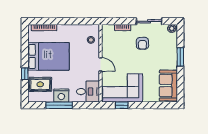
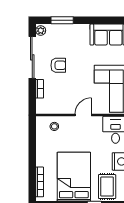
sliding door: (149, 21) -> (32, 57), width x1.37
window: (180, 57) -> (62, 20), moved

